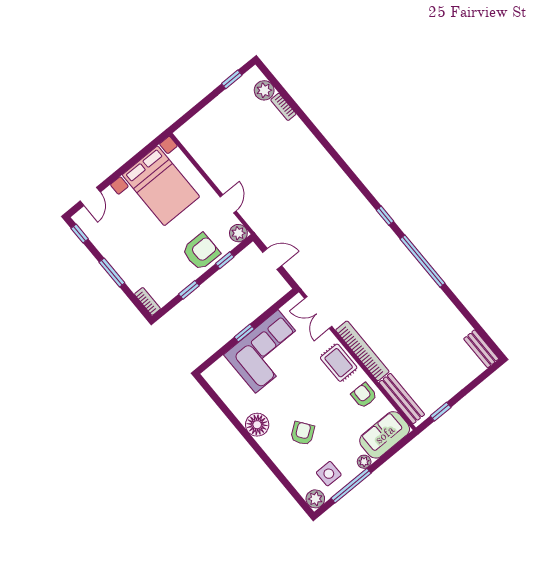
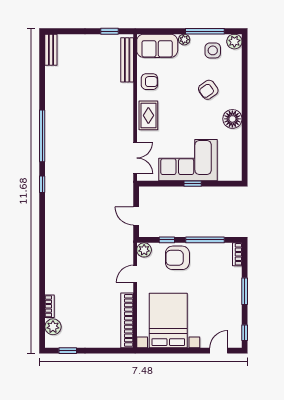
window: (189, 290) -> (205, 240), width x2.17
bookcase: (362, 351) -> (127, 320), moved
armchair: (364, 395) -> (149, 82), turned -90

